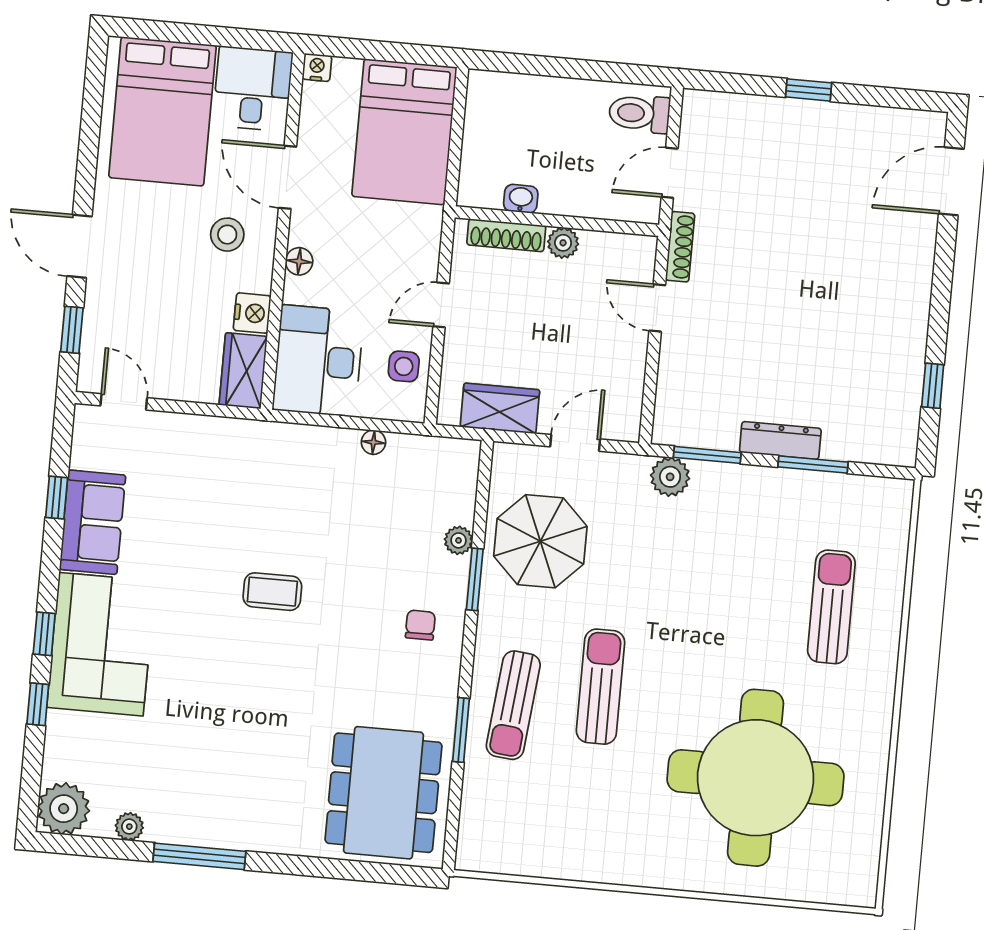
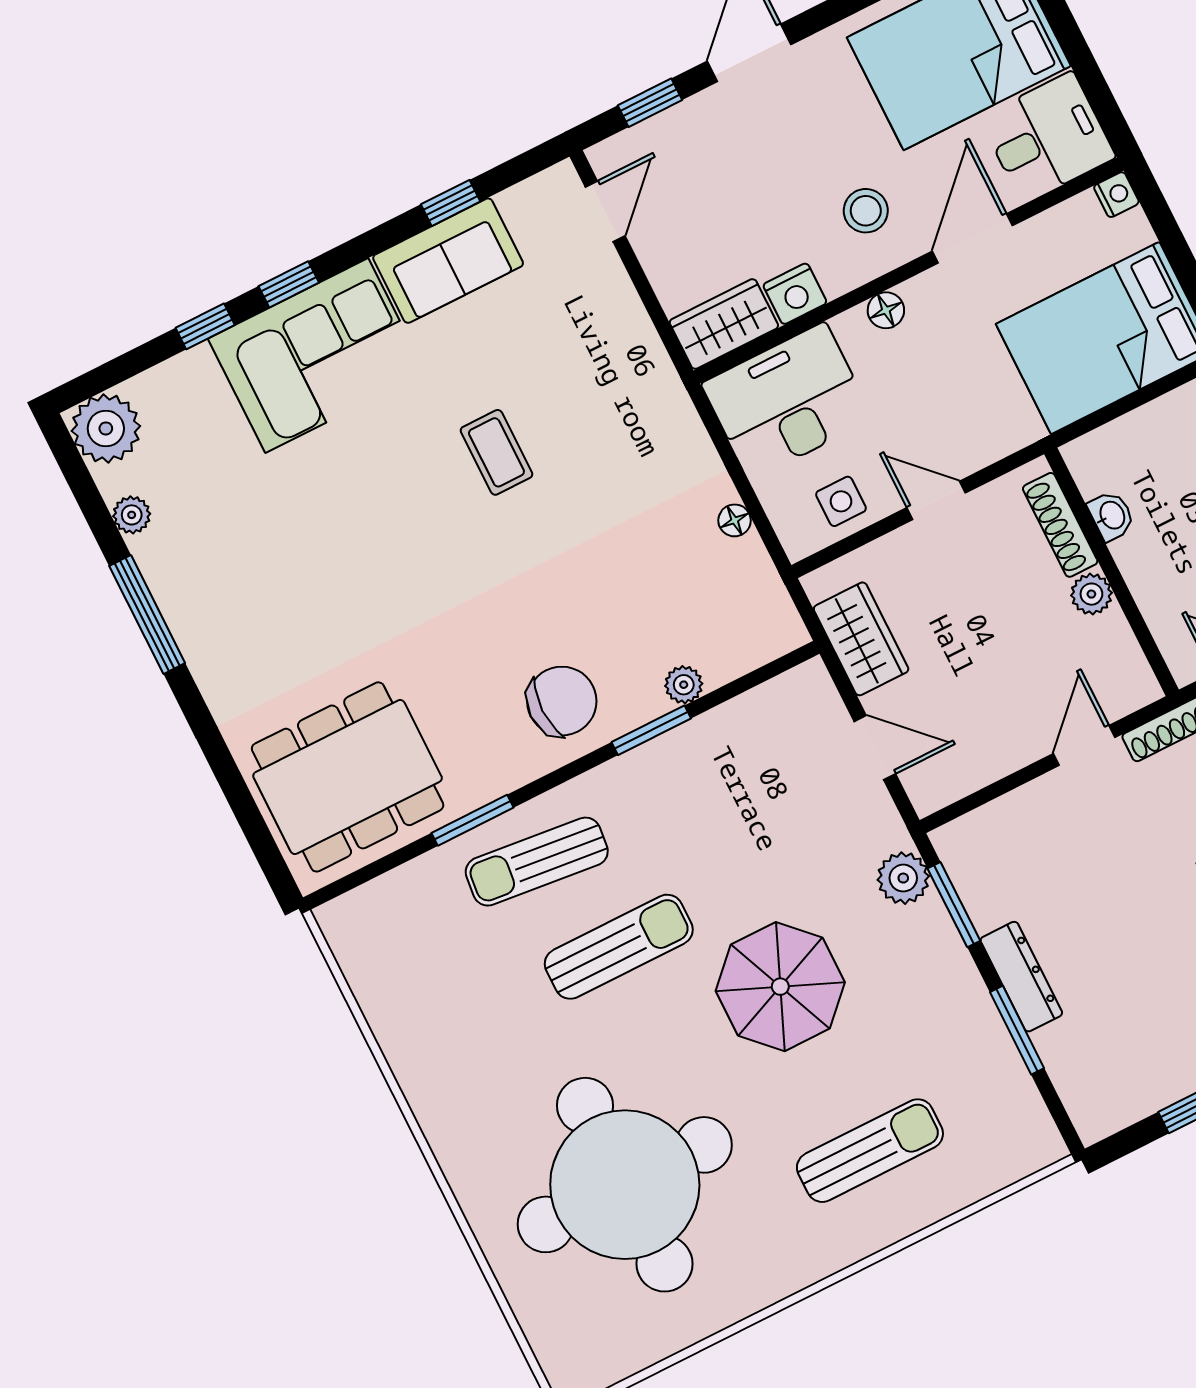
parasol: (540, 541) -> (780, 987), moved
coffee table: (272, 592) -> (496, 452), moved
chair: (420, 625) -> (562, 701), width x1.87, depth x1.87

